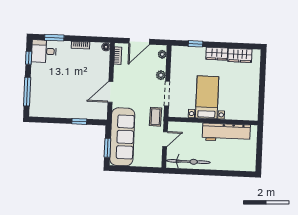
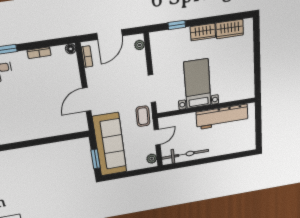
plant: (161, 75) -> (152, 159), moved
window: (79, 121) -> (58, 139), removed

